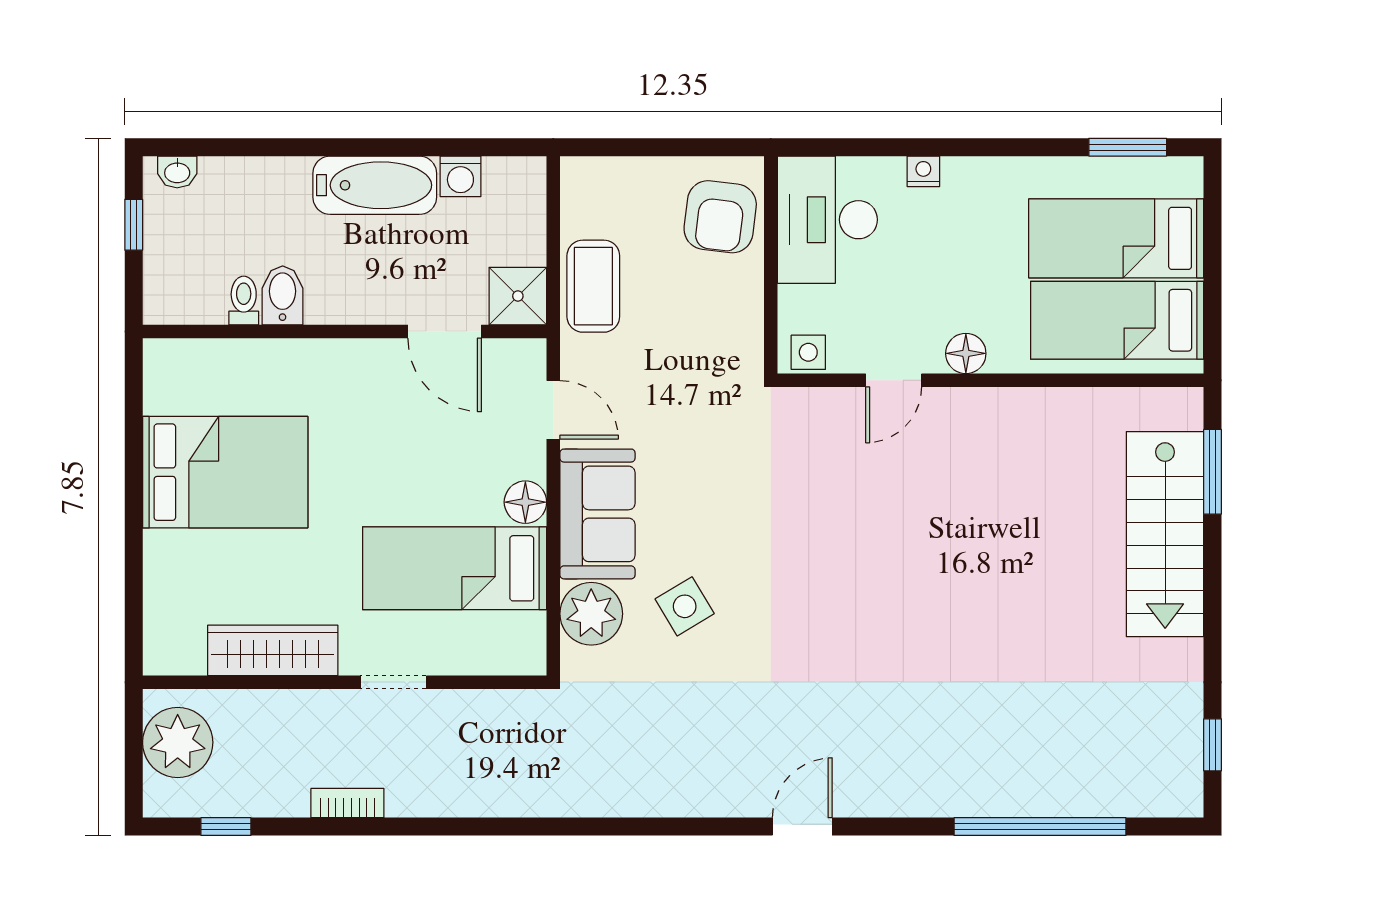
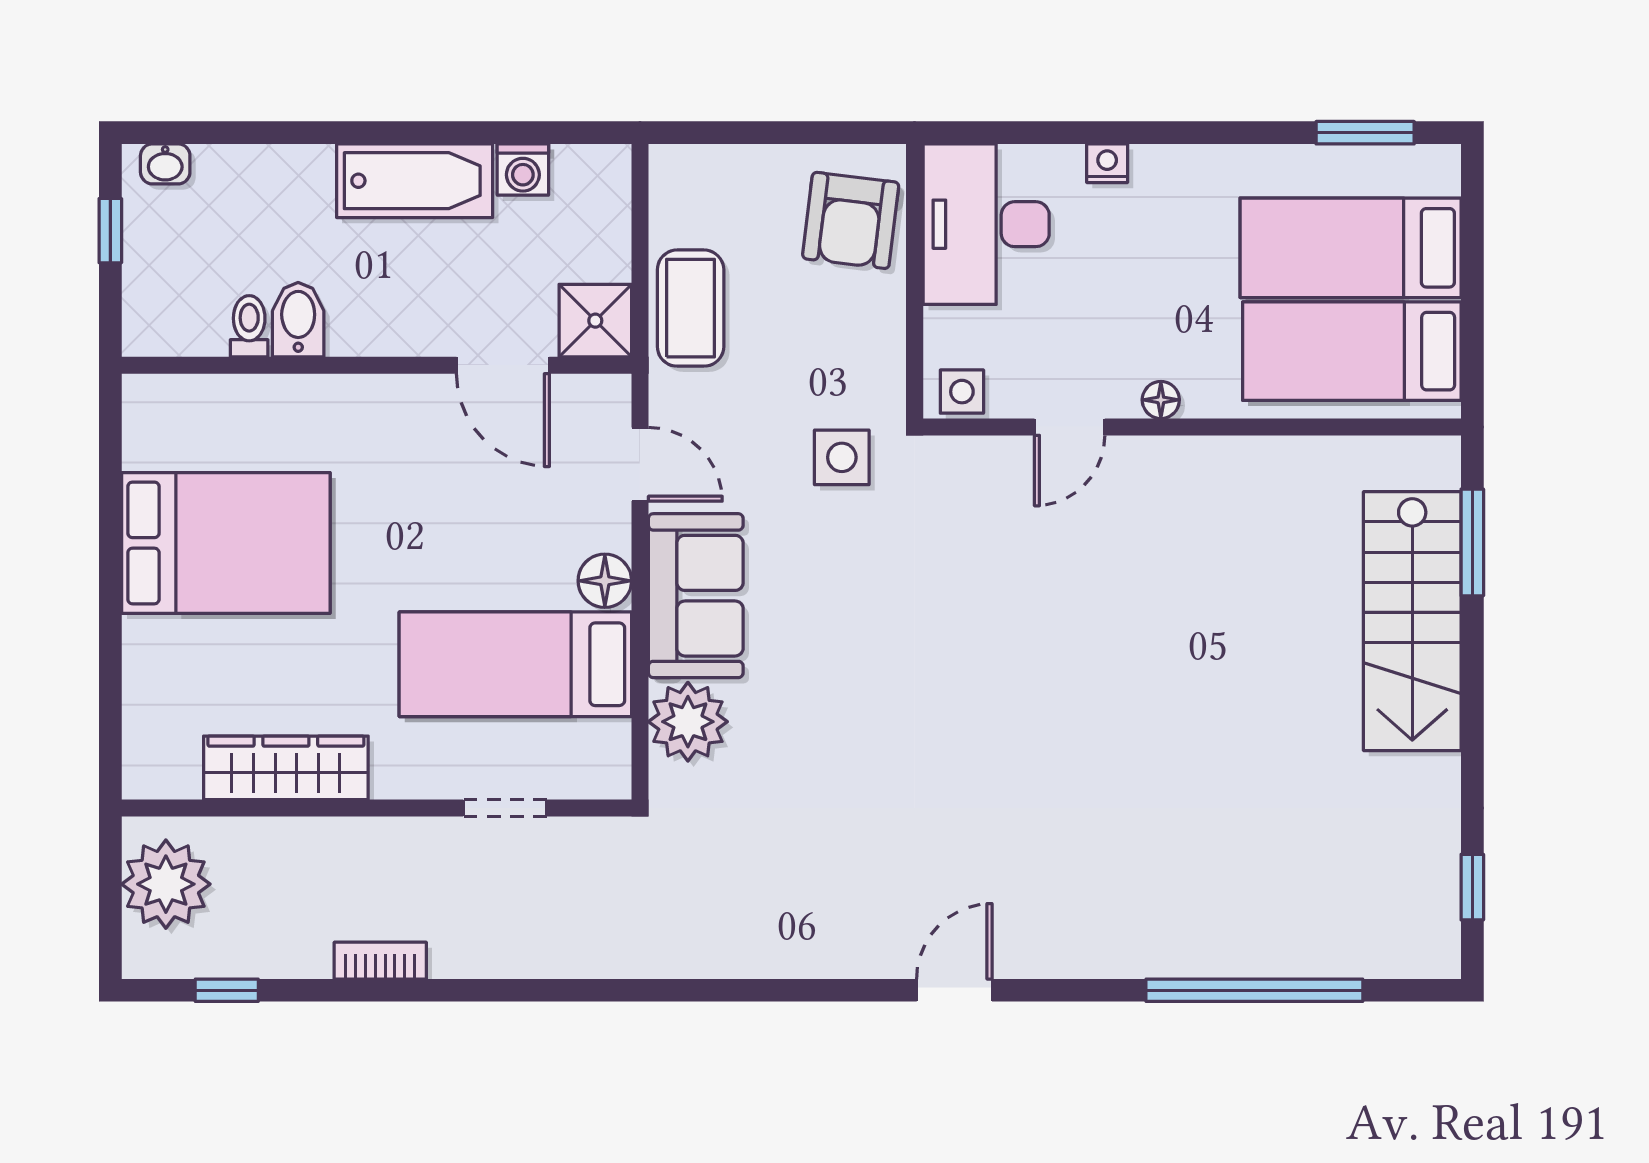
floor lamp: (966, 353) -> (1161, 400), width x0.73, depth x0.73
side table: (685, 606) -> (842, 457), moved, turned 31
doorway: (393, 682) -> (505, 808), moved

